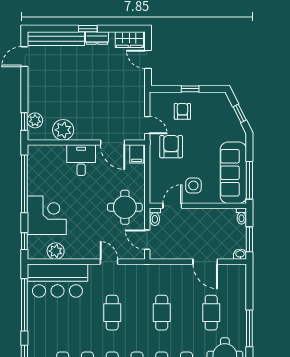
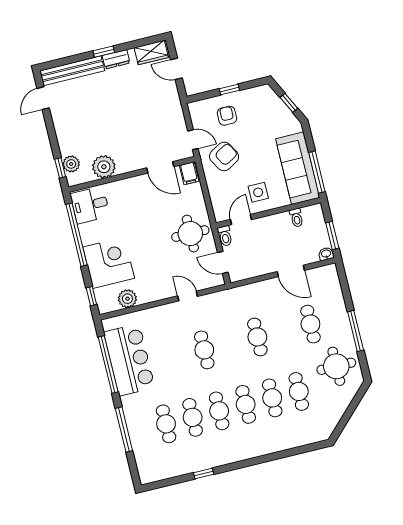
armchair: (171, 147) -> (224, 156), turned 60
desk: (81, 160) -> (90, 205), moved, turned -90
toilet: (241, 216) -> (296, 218), moved
bar counter: (57, 281) -> (129, 360), moved, turned -90

